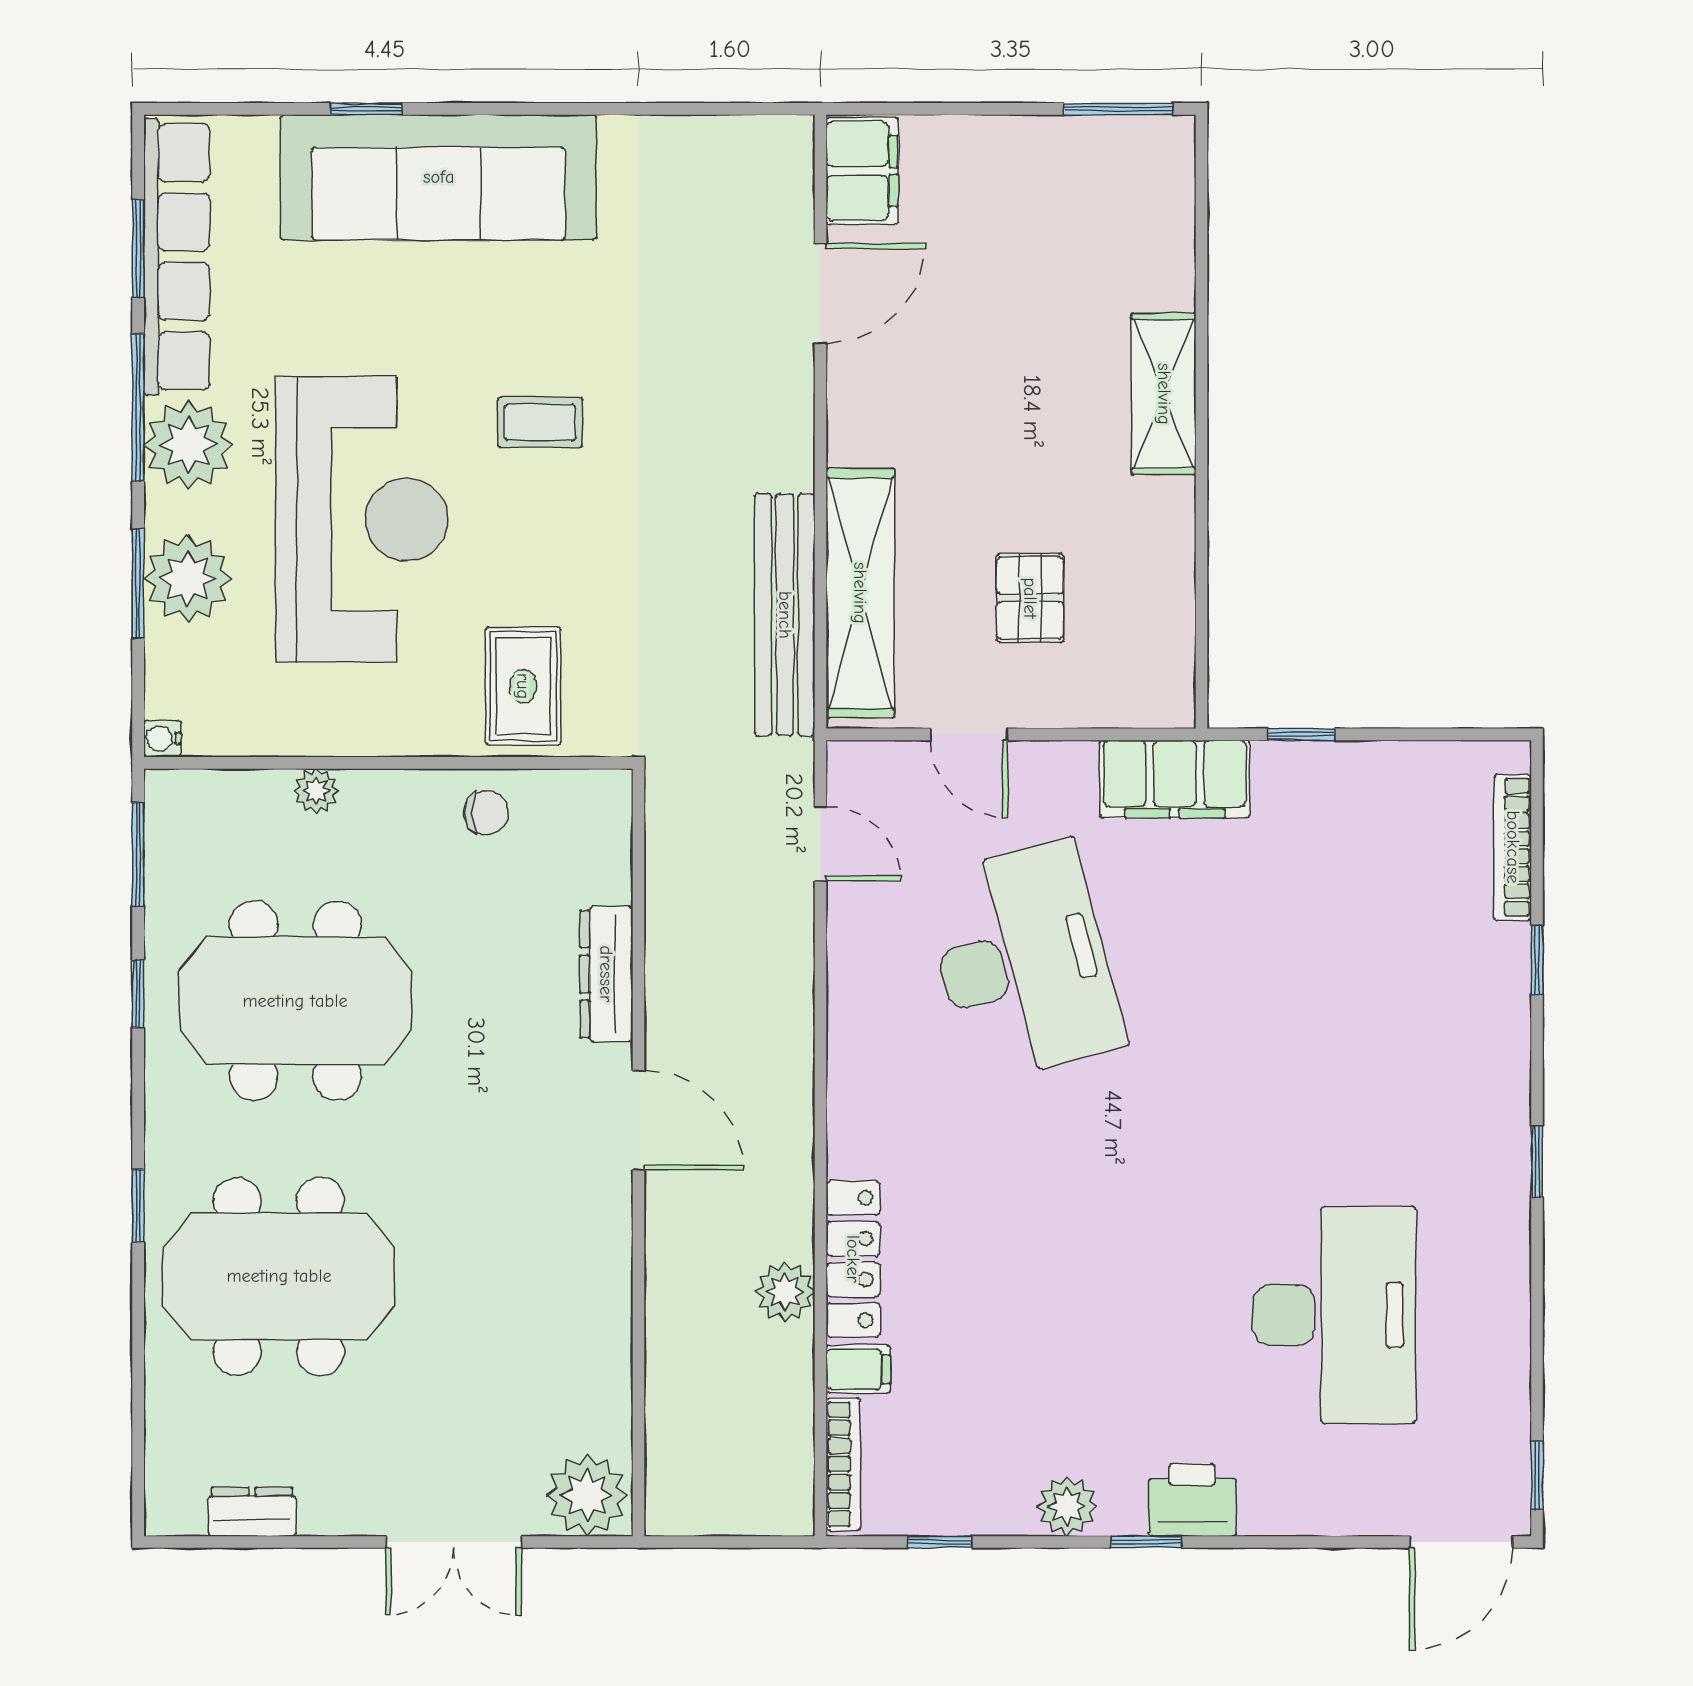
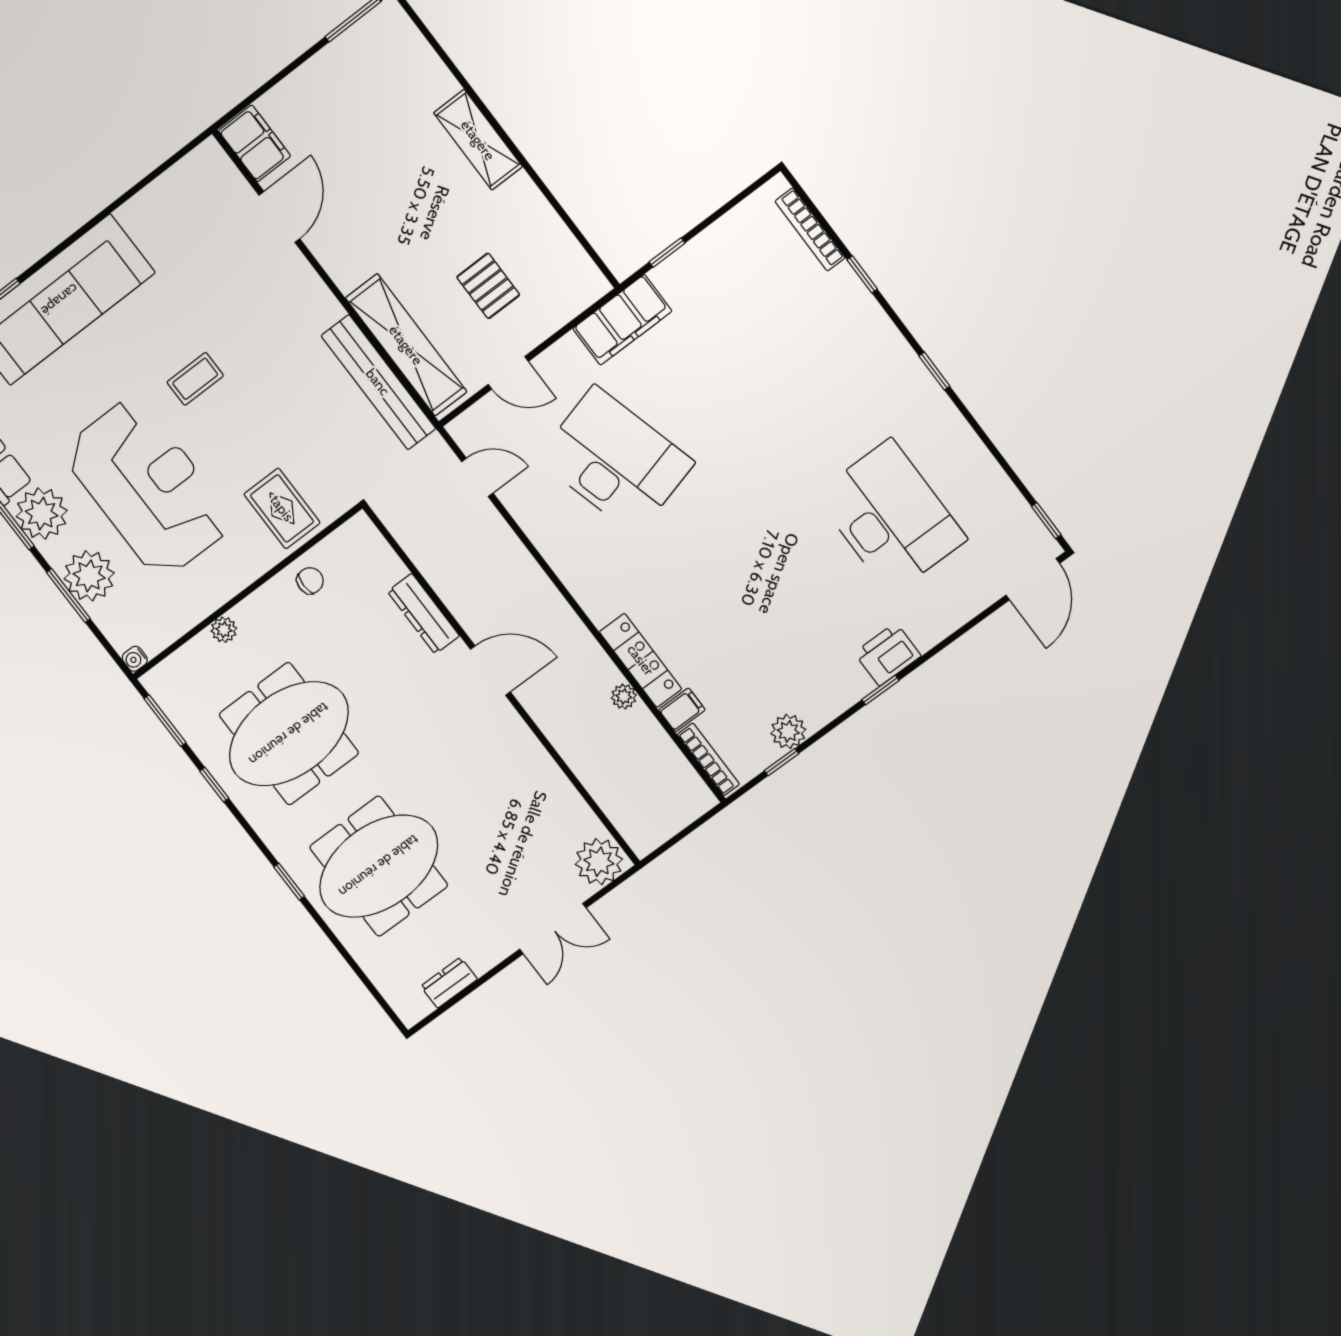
plant: (785, 1292) -> (624, 697), width x0.73, depth x0.73
plant: (1067, 1506) -> (788, 731), moved

